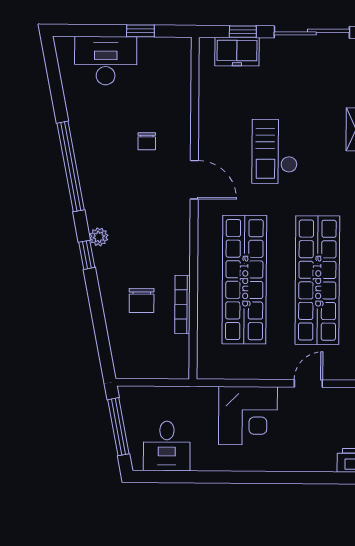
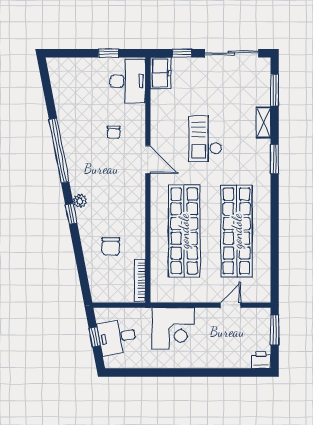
freezer: (237, 52) -> (161, 73), moved, turned -90
desk: (106, 61) -> (128, 81), moved, turned 90
bookcase: (182, 305) -> (140, 280), moved
corner desk: (248, 416) -> (173, 328), moved
window: (118, 427) -> (95, 337), width x0.46
desk: (167, 446) -> (117, 337), moved, turned 79

